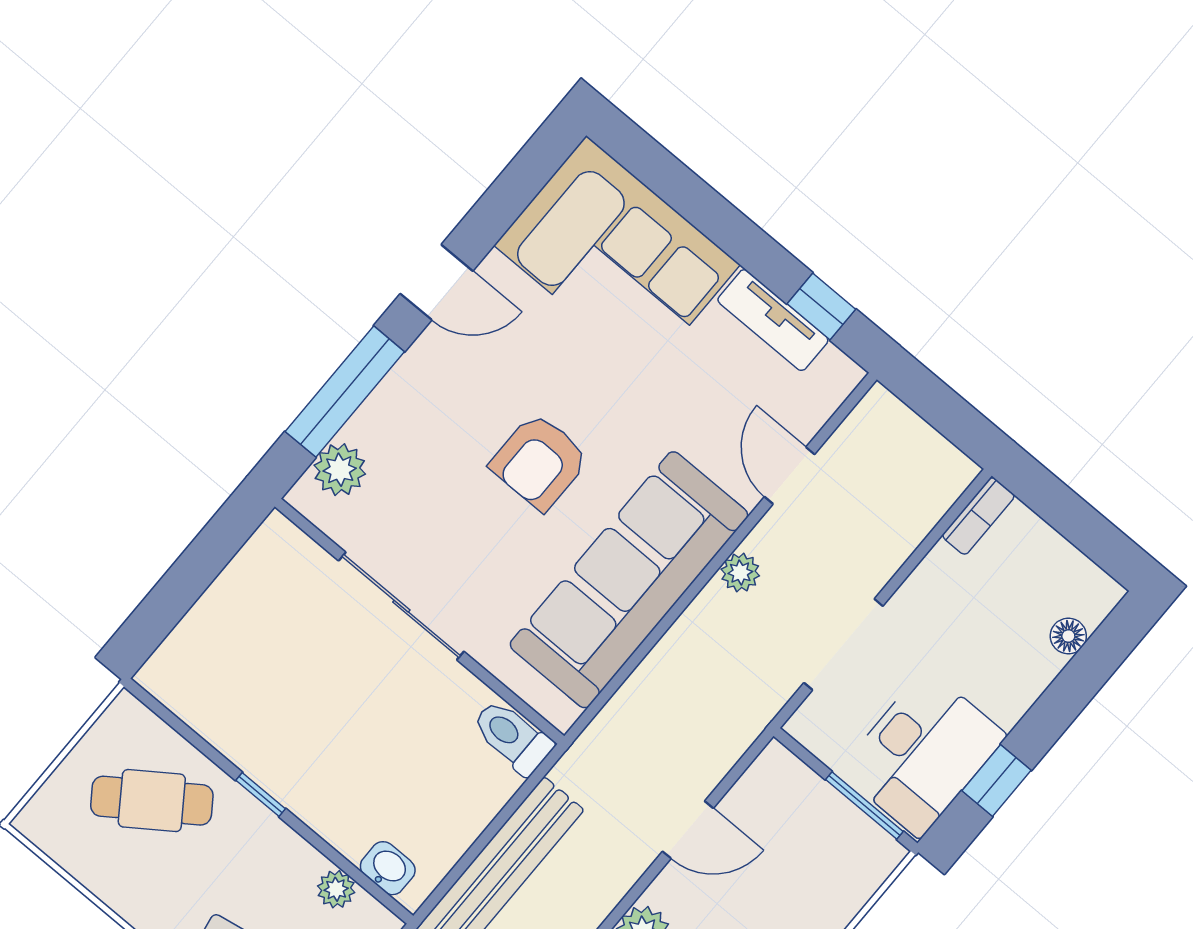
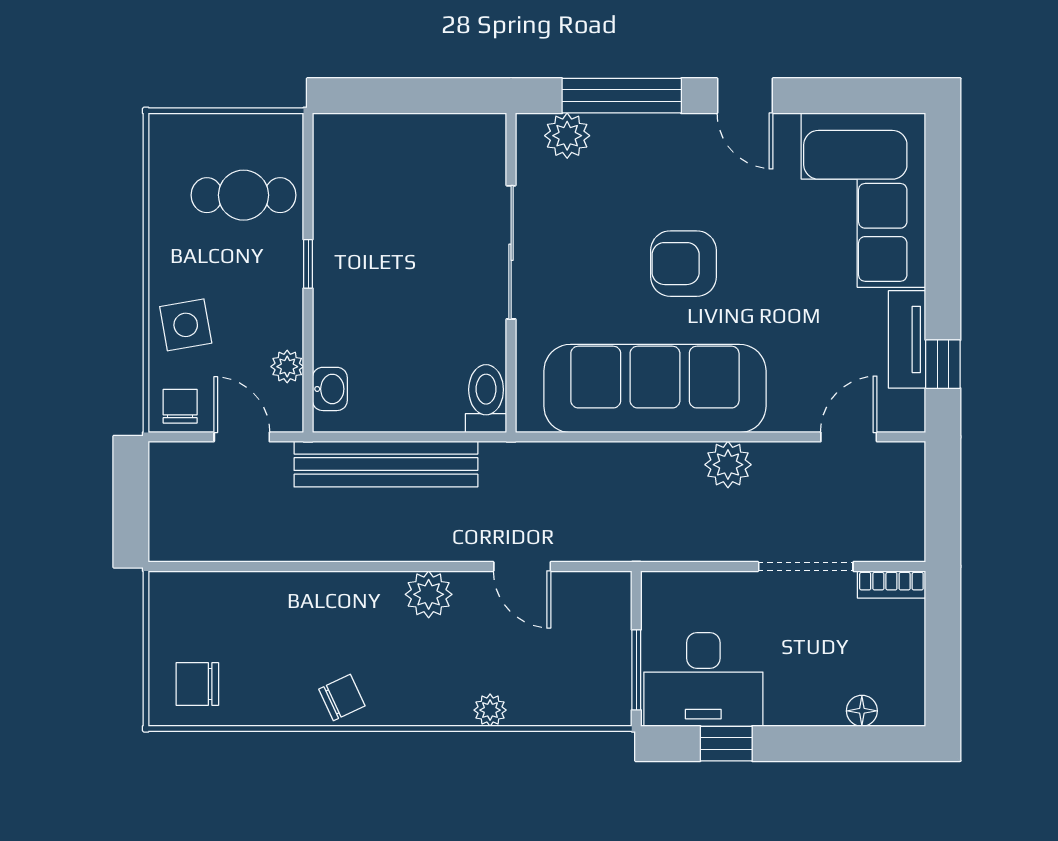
door: (790, 476) -> (849, 437), moved
plant: (740, 573) -> (728, 465), width x1.38, depth x1.38
doorway: (843, 644) -> (806, 566), moved
cafe table: (152, 801) -> (243, 195), turned -55

